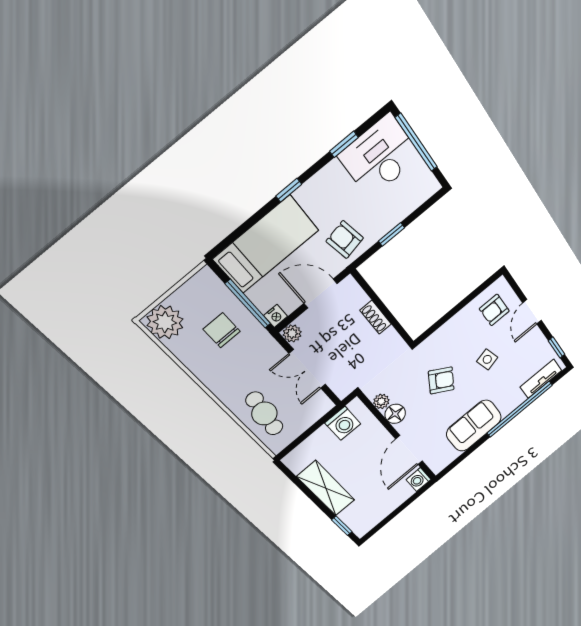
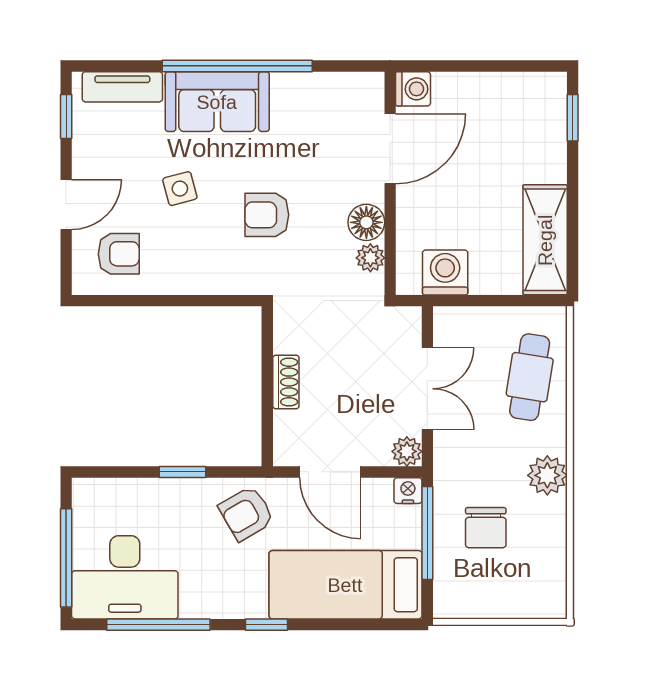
window: (344, 144) -> (158, 625), width x2.17
armchair: (345, 240) -> (246, 513), turned 71
plant: (165, 322) -> (547, 475), moved, width x0.73, depth x0.73
armchair: (441, 380) -> (267, 215), turned -31
window: (520, 409) -> (237, 66), moved
sofa: (474, 426) -> (217, 102), moved
shelving: (326, 488) -> (545, 240), moved

